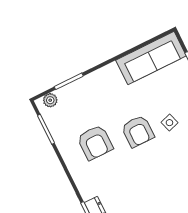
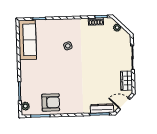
armchair: (138, 131) -> (65, 66), removed
armchair: (95, 142) -> (51, 102), moved

